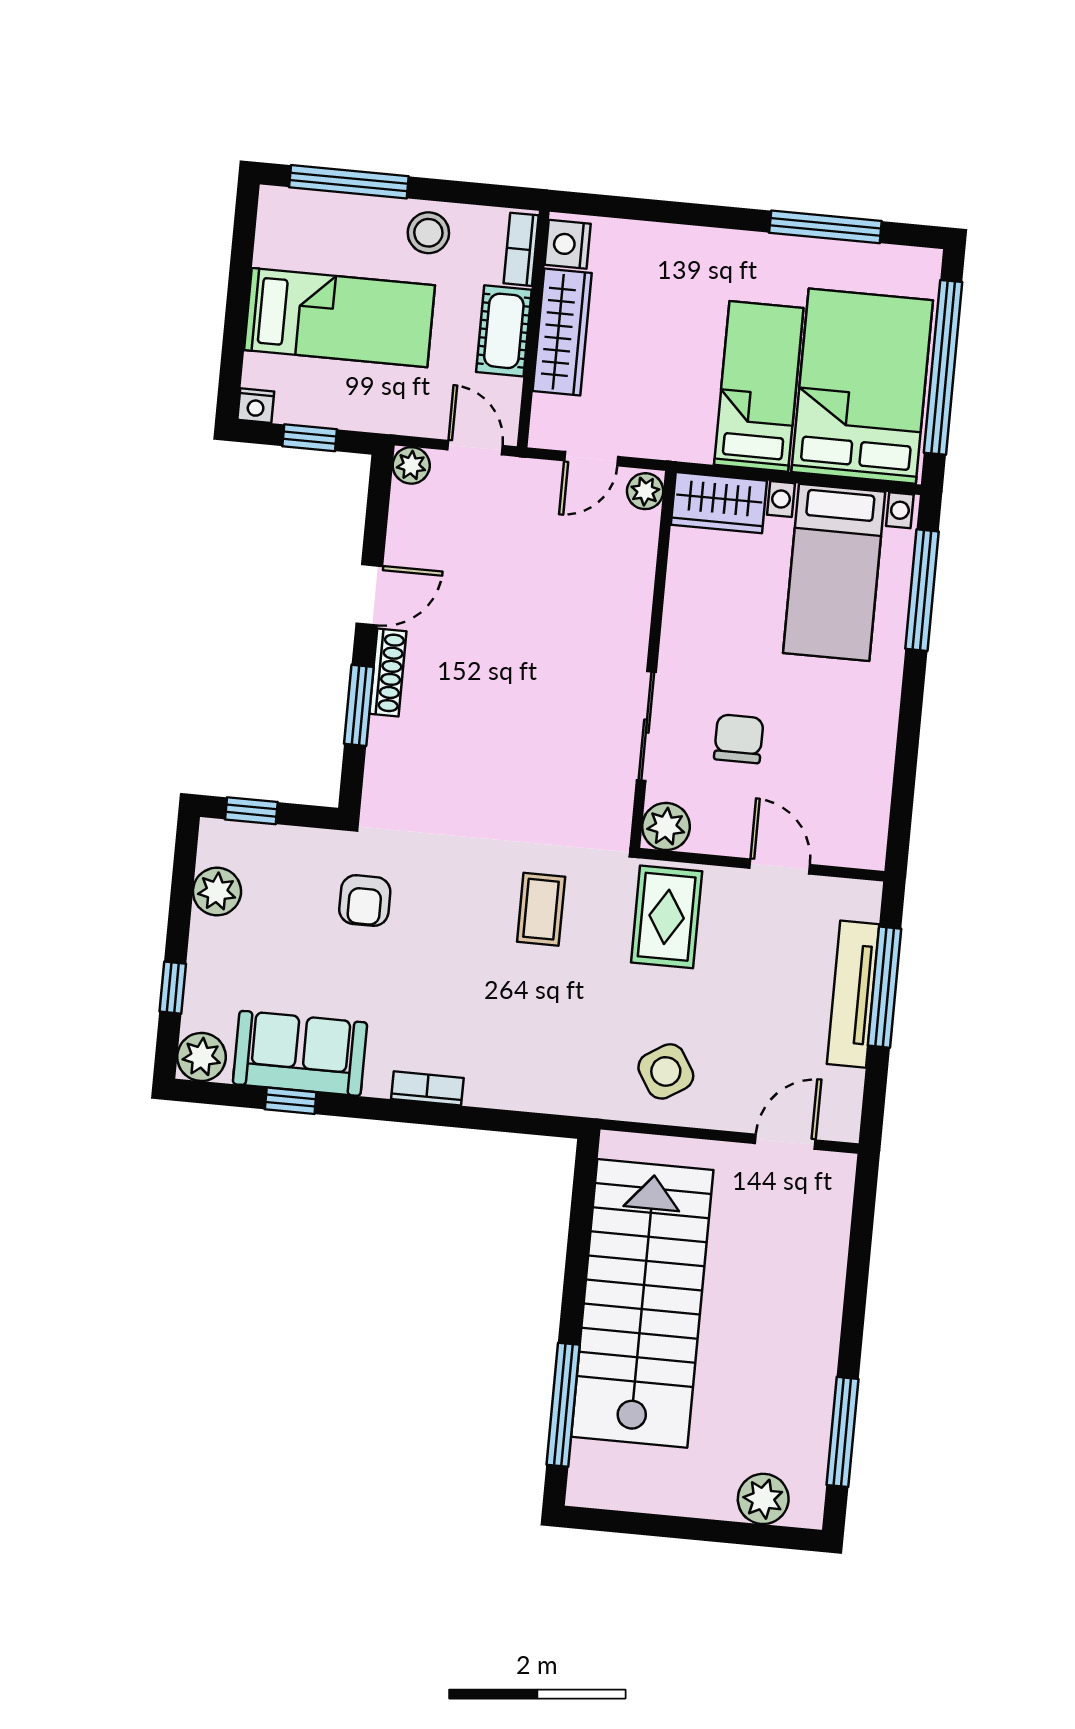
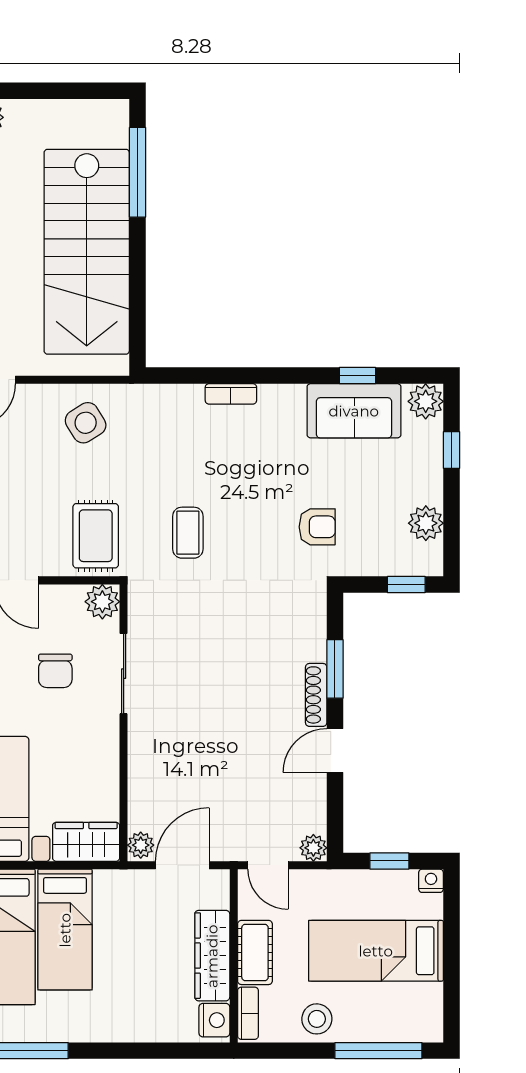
door: (591, 459) -> (182, 865), width x1.38
armchair: (365, 901) -> (317, 527), turned 90
bookcase: (427, 1088) -> (231, 394), moved

